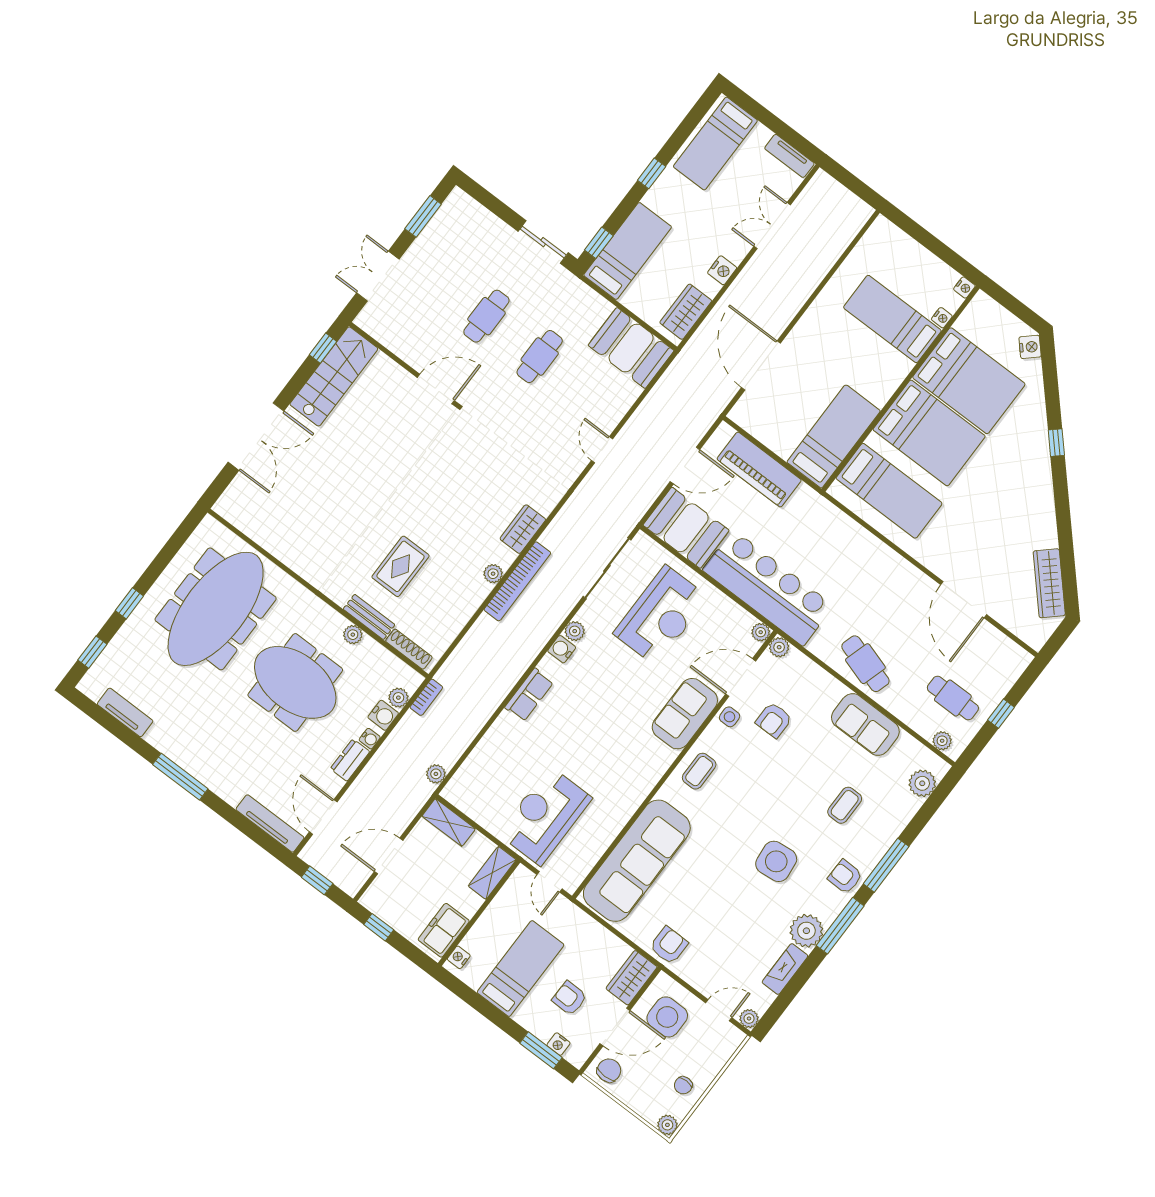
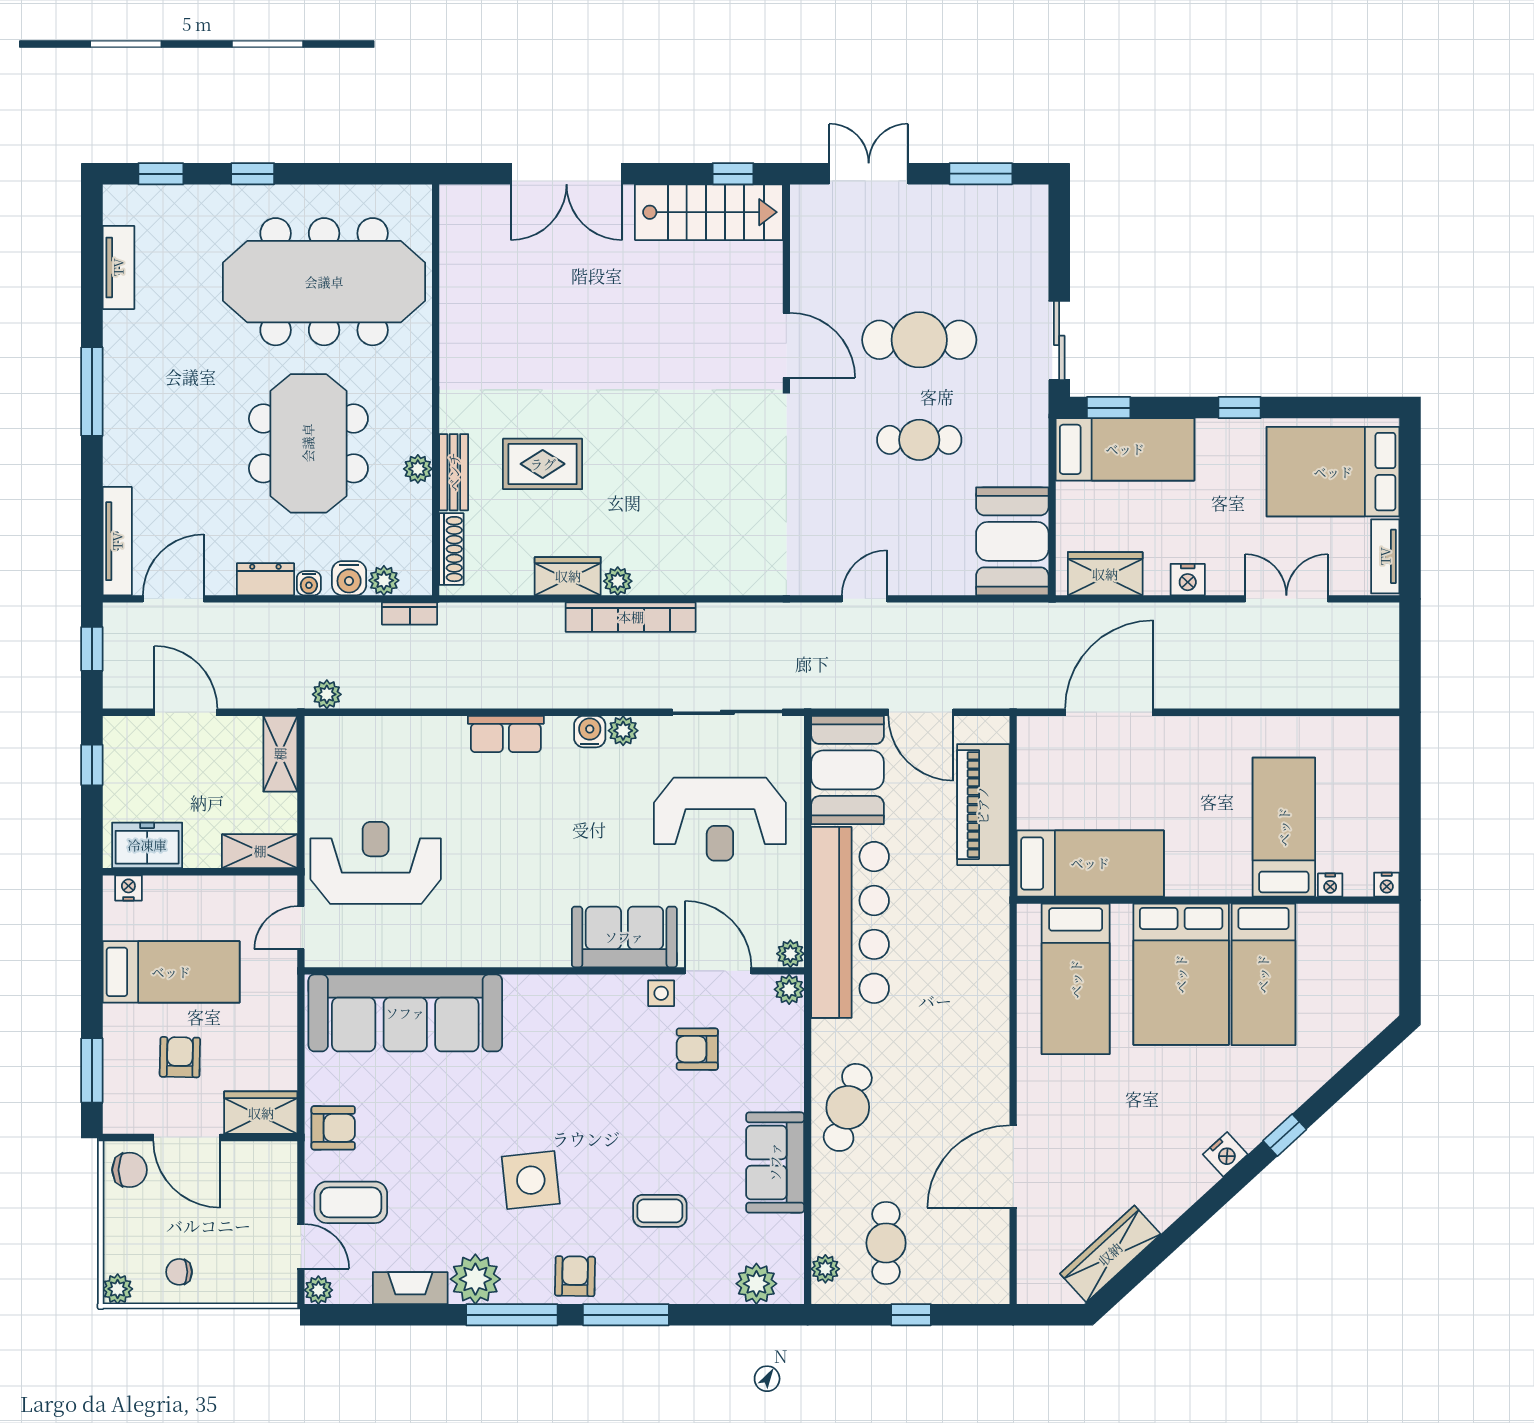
bed: (715, 144) -> (1333, 472), width x1.50
cafe table: (486, 316) -> (919, 340), width x1.37, depth x1.35
nightstand: (1030, 347) -> (1225, 1154), moved
bed: (969, 381) -> (1263, 974), width x0.67
wardrobe: (523, 529) -> (568, 576), moved
coffee table: (699, 771) -> (351, 1202), moved, width x1.36, depth x1.30
side table: (667, 1017) -> (246, 1191), removed
nightstand: (558, 1044) -> (115, 1086), removed

